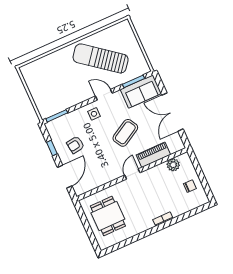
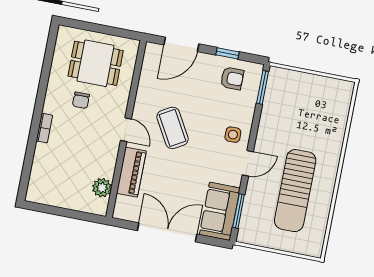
sun lounger: (101, 58) -> (295, 191), turned 142
coffee table: (125, 133) -> (172, 128), moved
armchair: (75, 145) -> (232, 78), moved, turned 98
door: (65, 177) -> (181, 44), hinge flipped
chair: (190, 186) -> (81, 100), moved

